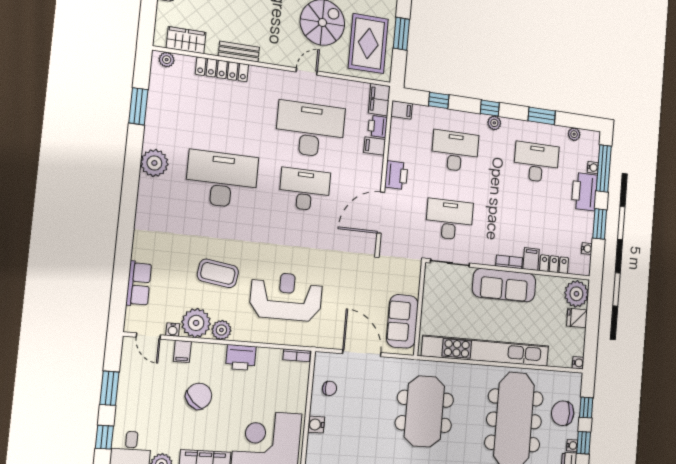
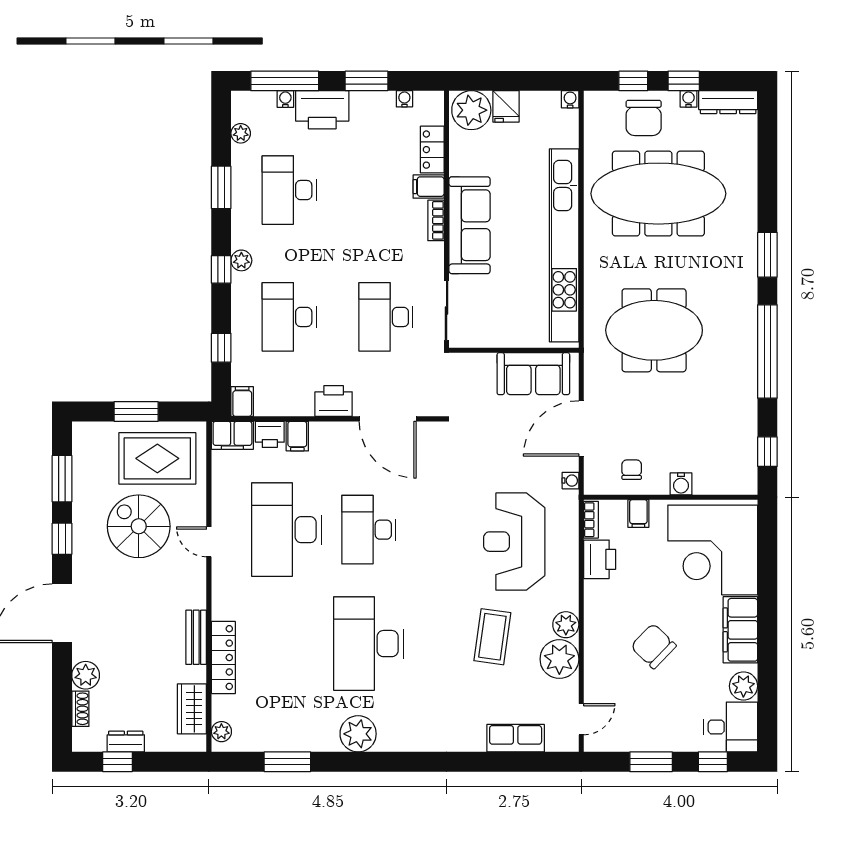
water cooler: (173, 330) -> (570, 481), moved
filing cabinet: (182, 351) -> (638, 514), moved, turned 90
printer: (241, 357) -> (600, 559), moved

